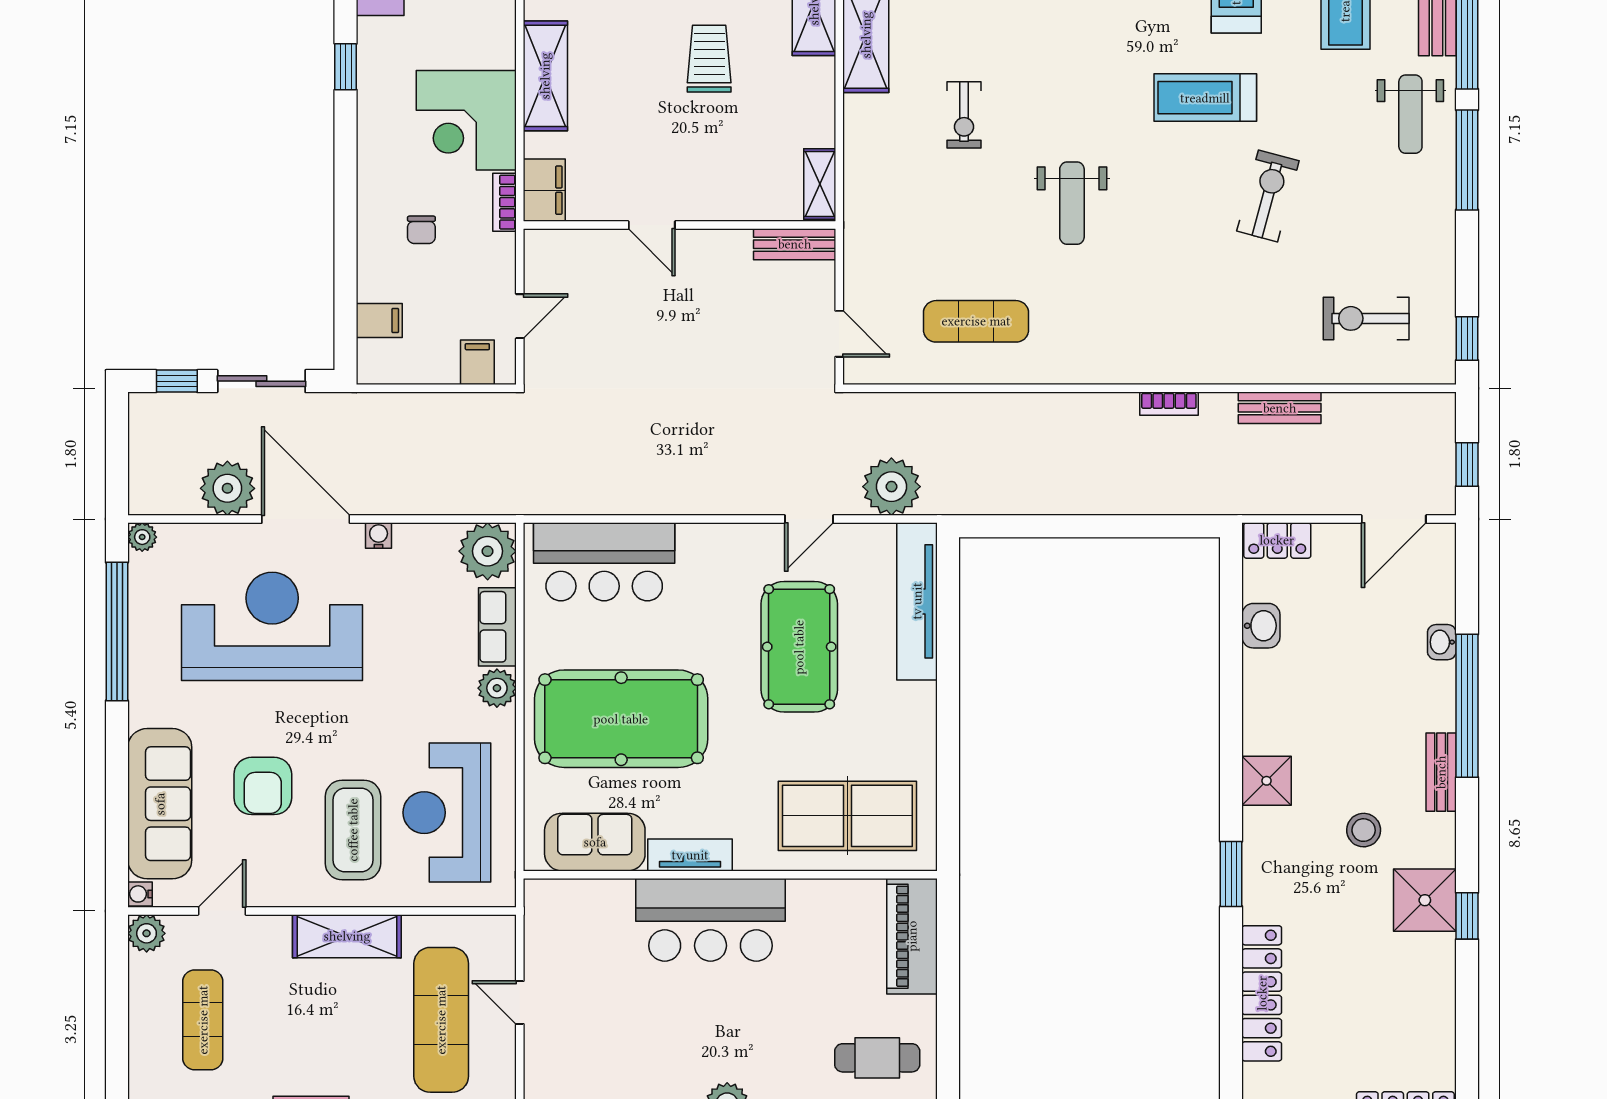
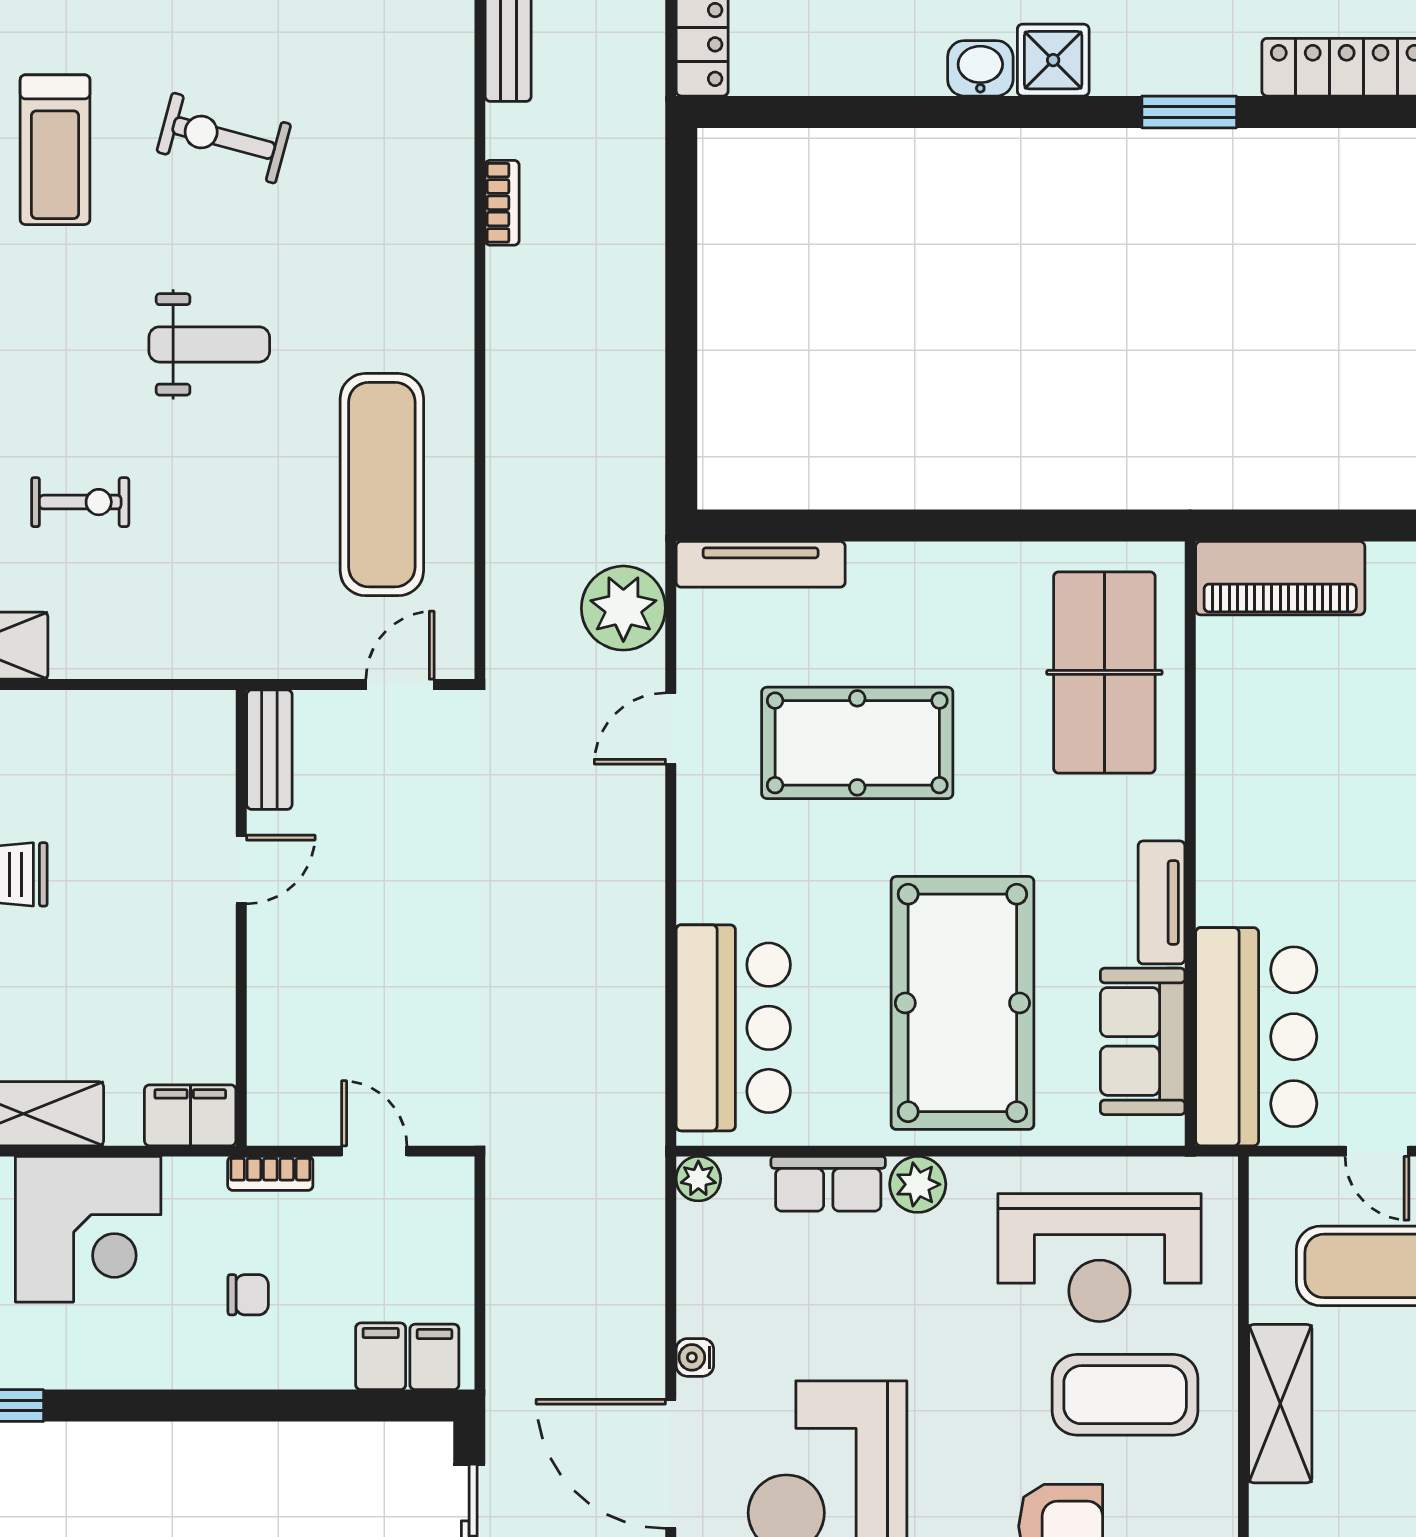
shelving: (820, 184) -> (181, 713), removed
exercise bike: (1268, 196) -> (224, 138), moved
bookcase: (504, 202) -> (270, 1173), moved
door: (652, 225) -> (241, 870), moved
exercise mat: (976, 321) -> (382, 485), width x1.36, depth x1.45
filing cabinet: (477, 362) -> (434, 1357), moved, turned 90
door: (306, 519) -> (671, 1464), hinge flipped
door: (809, 519) -> (671, 729), swing flipped
plant: (488, 551) -> (698, 1179), width x0.53, depth x0.53
tv unit: (917, 601) -> (761, 564), width x0.73, depth x0.78
washbasin: (1261, 626) -> (980, 68), moved
bar counter: (711, 920) -> (1256, 1037), moved
door: (520, 1002) -> (1377, 1151), hinge flipped

